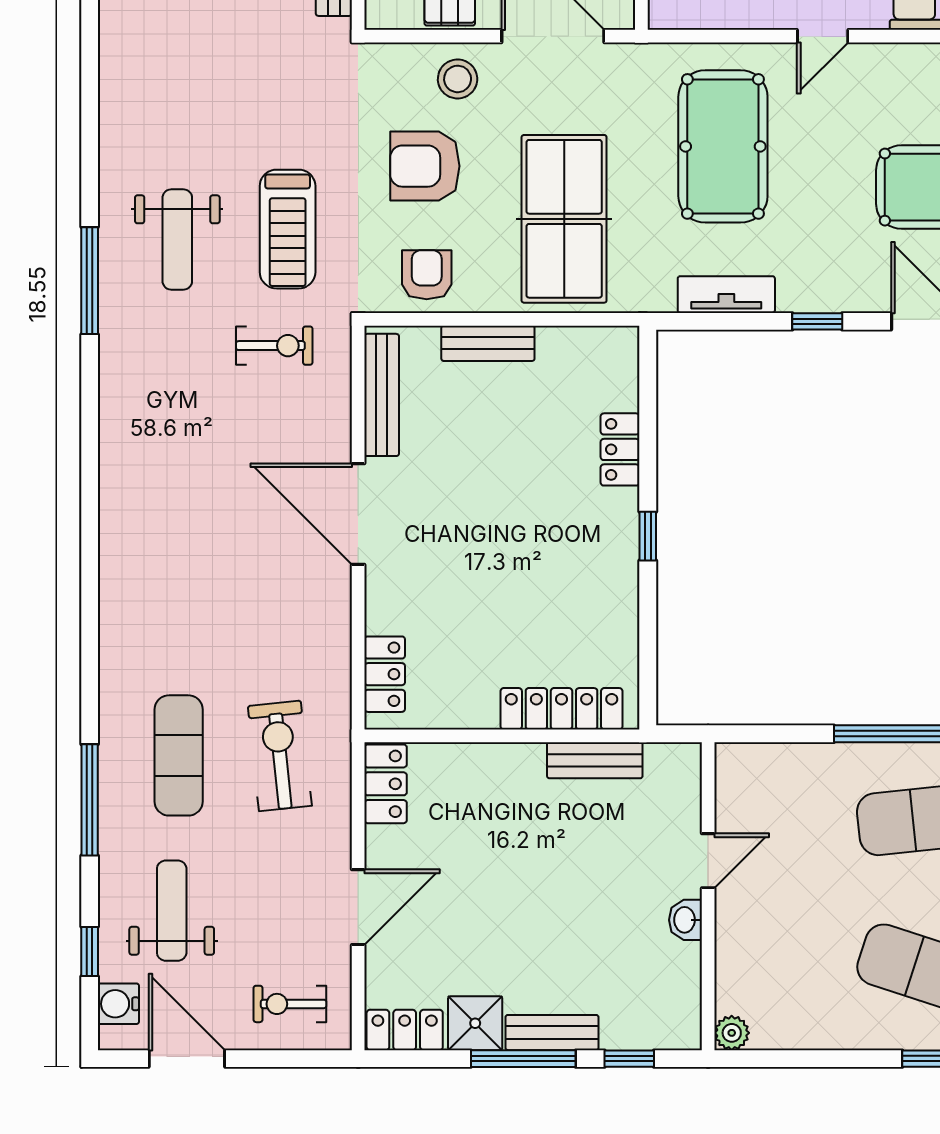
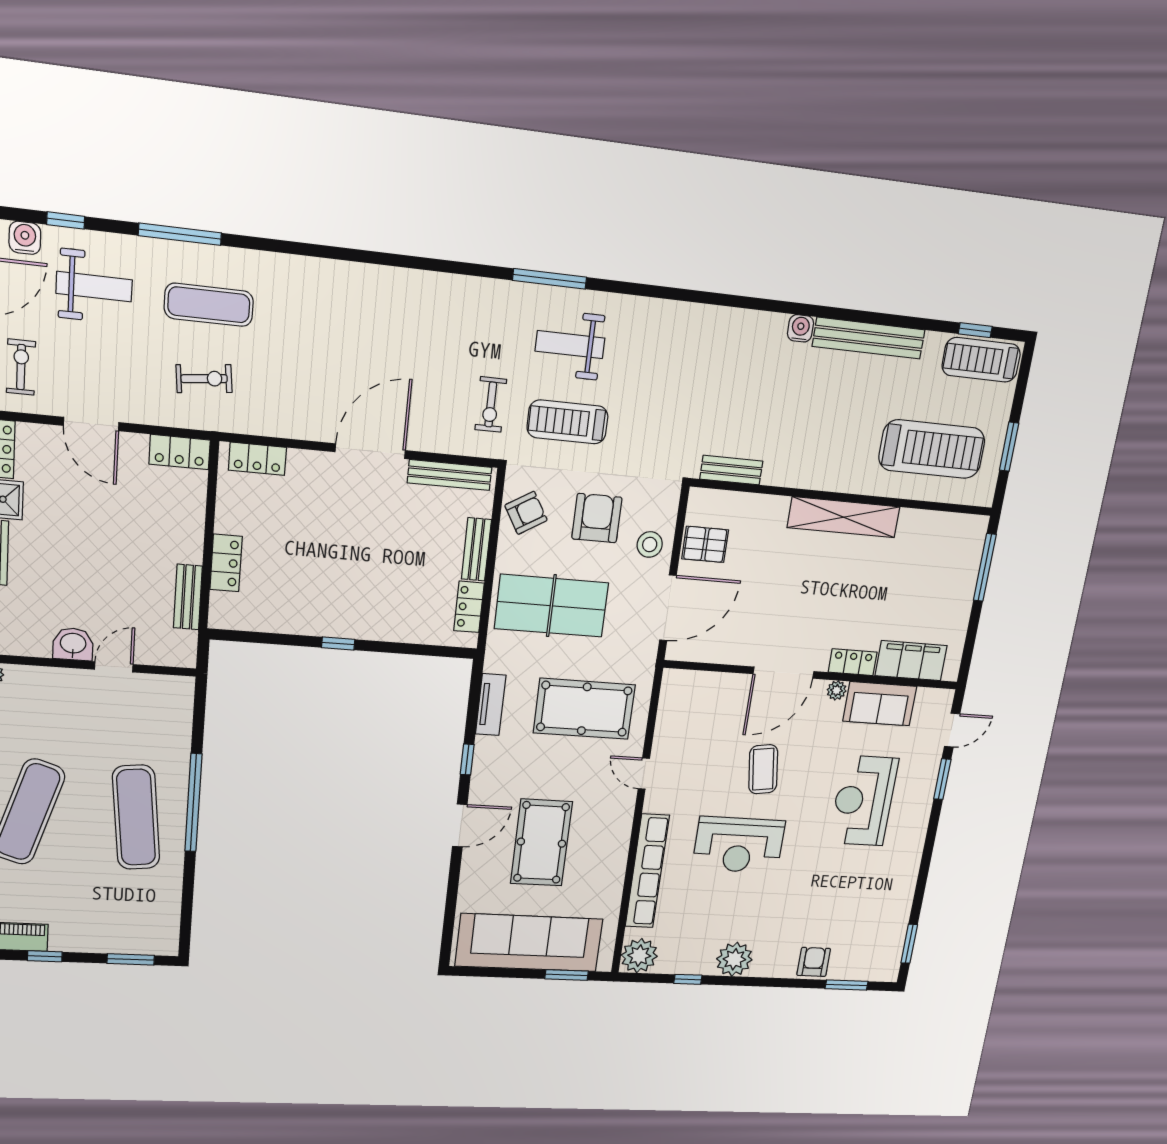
armchair: (427, 275) -> (526, 513), turned -31
locker: (620, 449) -> (469, 607), moved, turned -90
locker: (561, 709) -> (226, 563), width x0.66
exercise bike: (280, 756) -> (204, 379), width x0.73, depth x0.72
door: (708, 861) -> (114, 667), swing flipped
washbasin: (685, 920) -> (73, 644), width x1.38, depth x1.45

